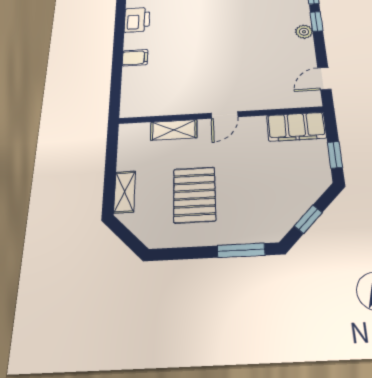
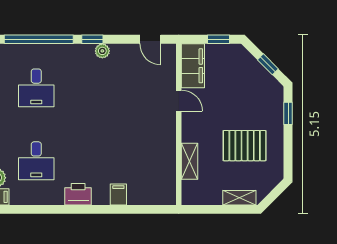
door: (225, 115) -> (179, 101), moved
window: (241, 250) -> (288, 113), width x0.67

